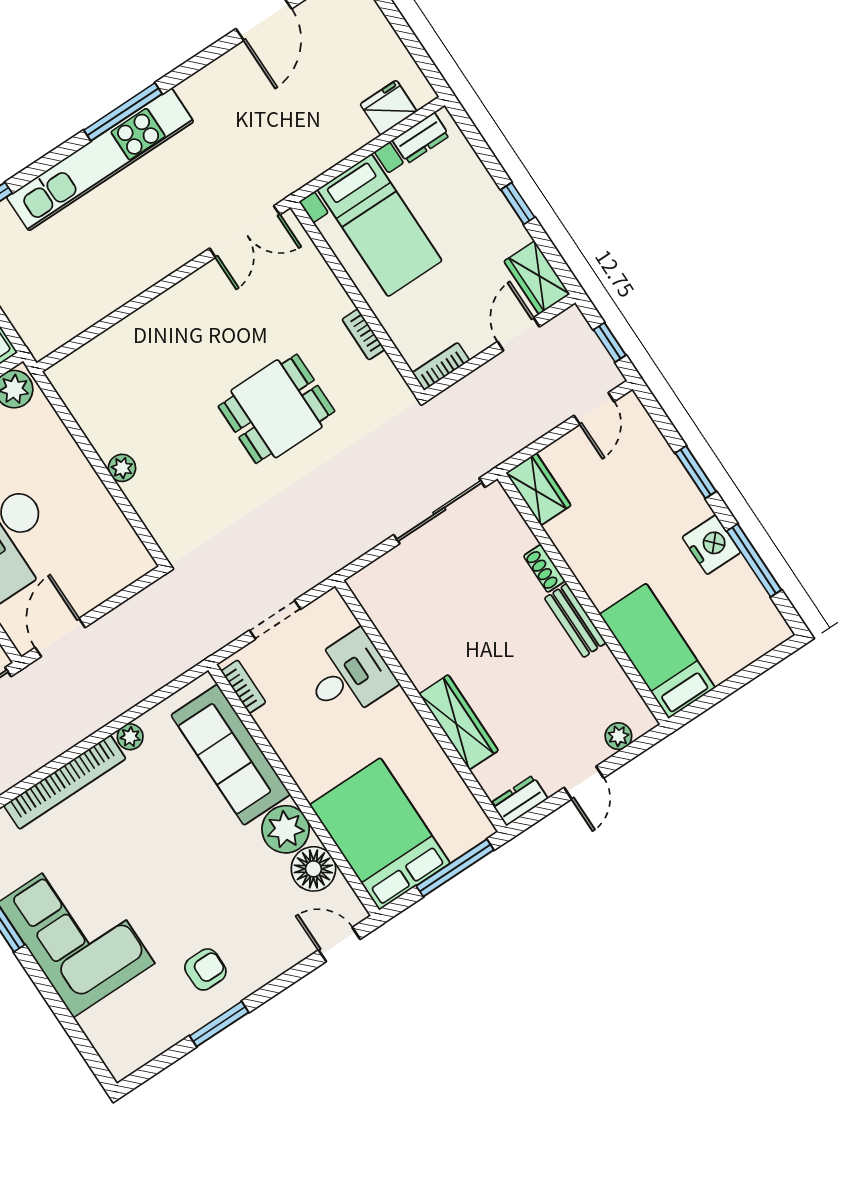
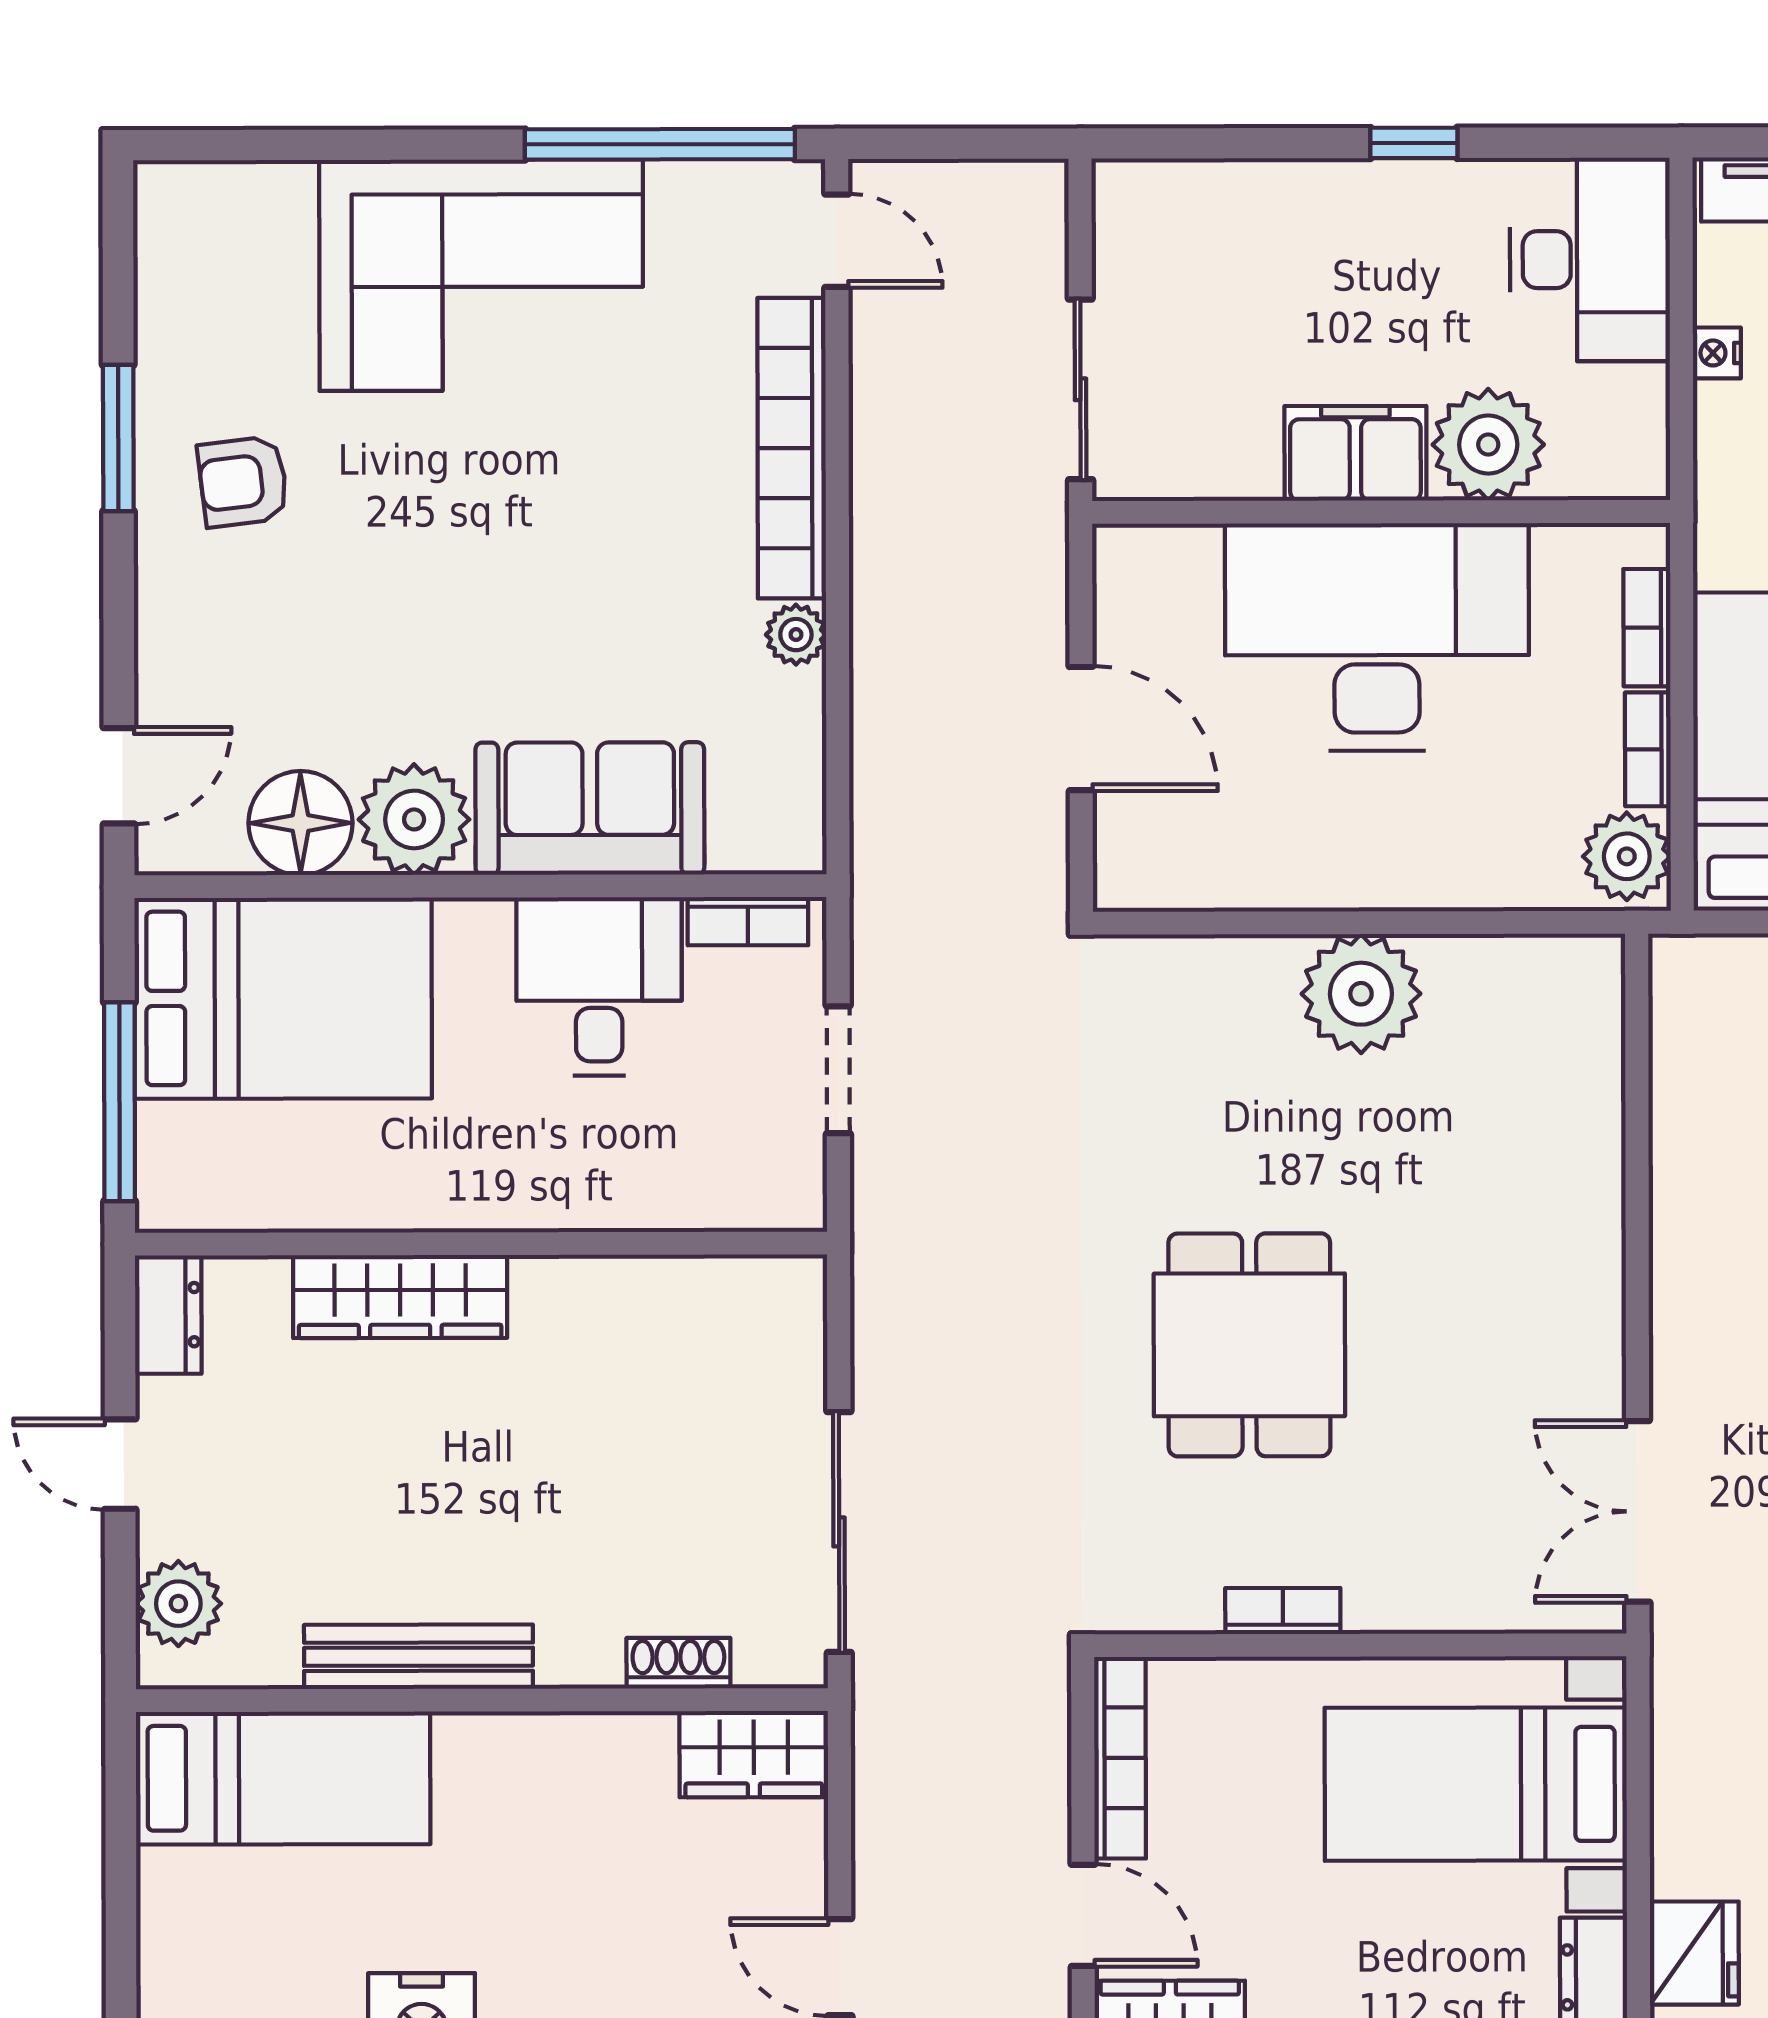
bookcase: (441, 366) -> (1120, 1758), width x1.56
plant: (122, 468) -> (1361, 994), width x1.88, depth x1.88
shoe rack: (544, 568) -> (678, 1663), moved
bench: (575, 620) -> (418, 1657), width x1.36
door: (60, 638) -> (1081, 729), moved
desk: (349, 676) -> (599, 986), moved, turned 180
plant: (618, 736) -> (178, 1604), width x1.38, depth x1.38
sofa: (231, 755) -> (590, 808), width x0.73
armchair: (205, 969) -> (243, 482), turned 83

